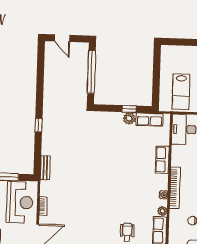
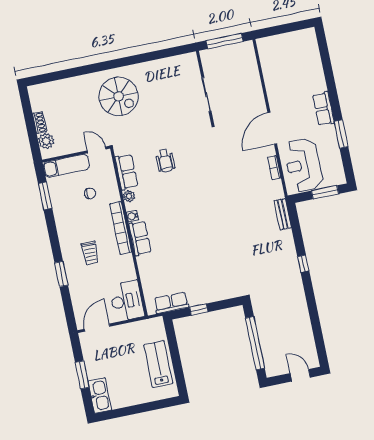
lab bench: (181, 92) -> (158, 364), moved
plant: (129, 118) -> (196, 298), removed
row of seats: (162, 160) -> (140, 238), moved

